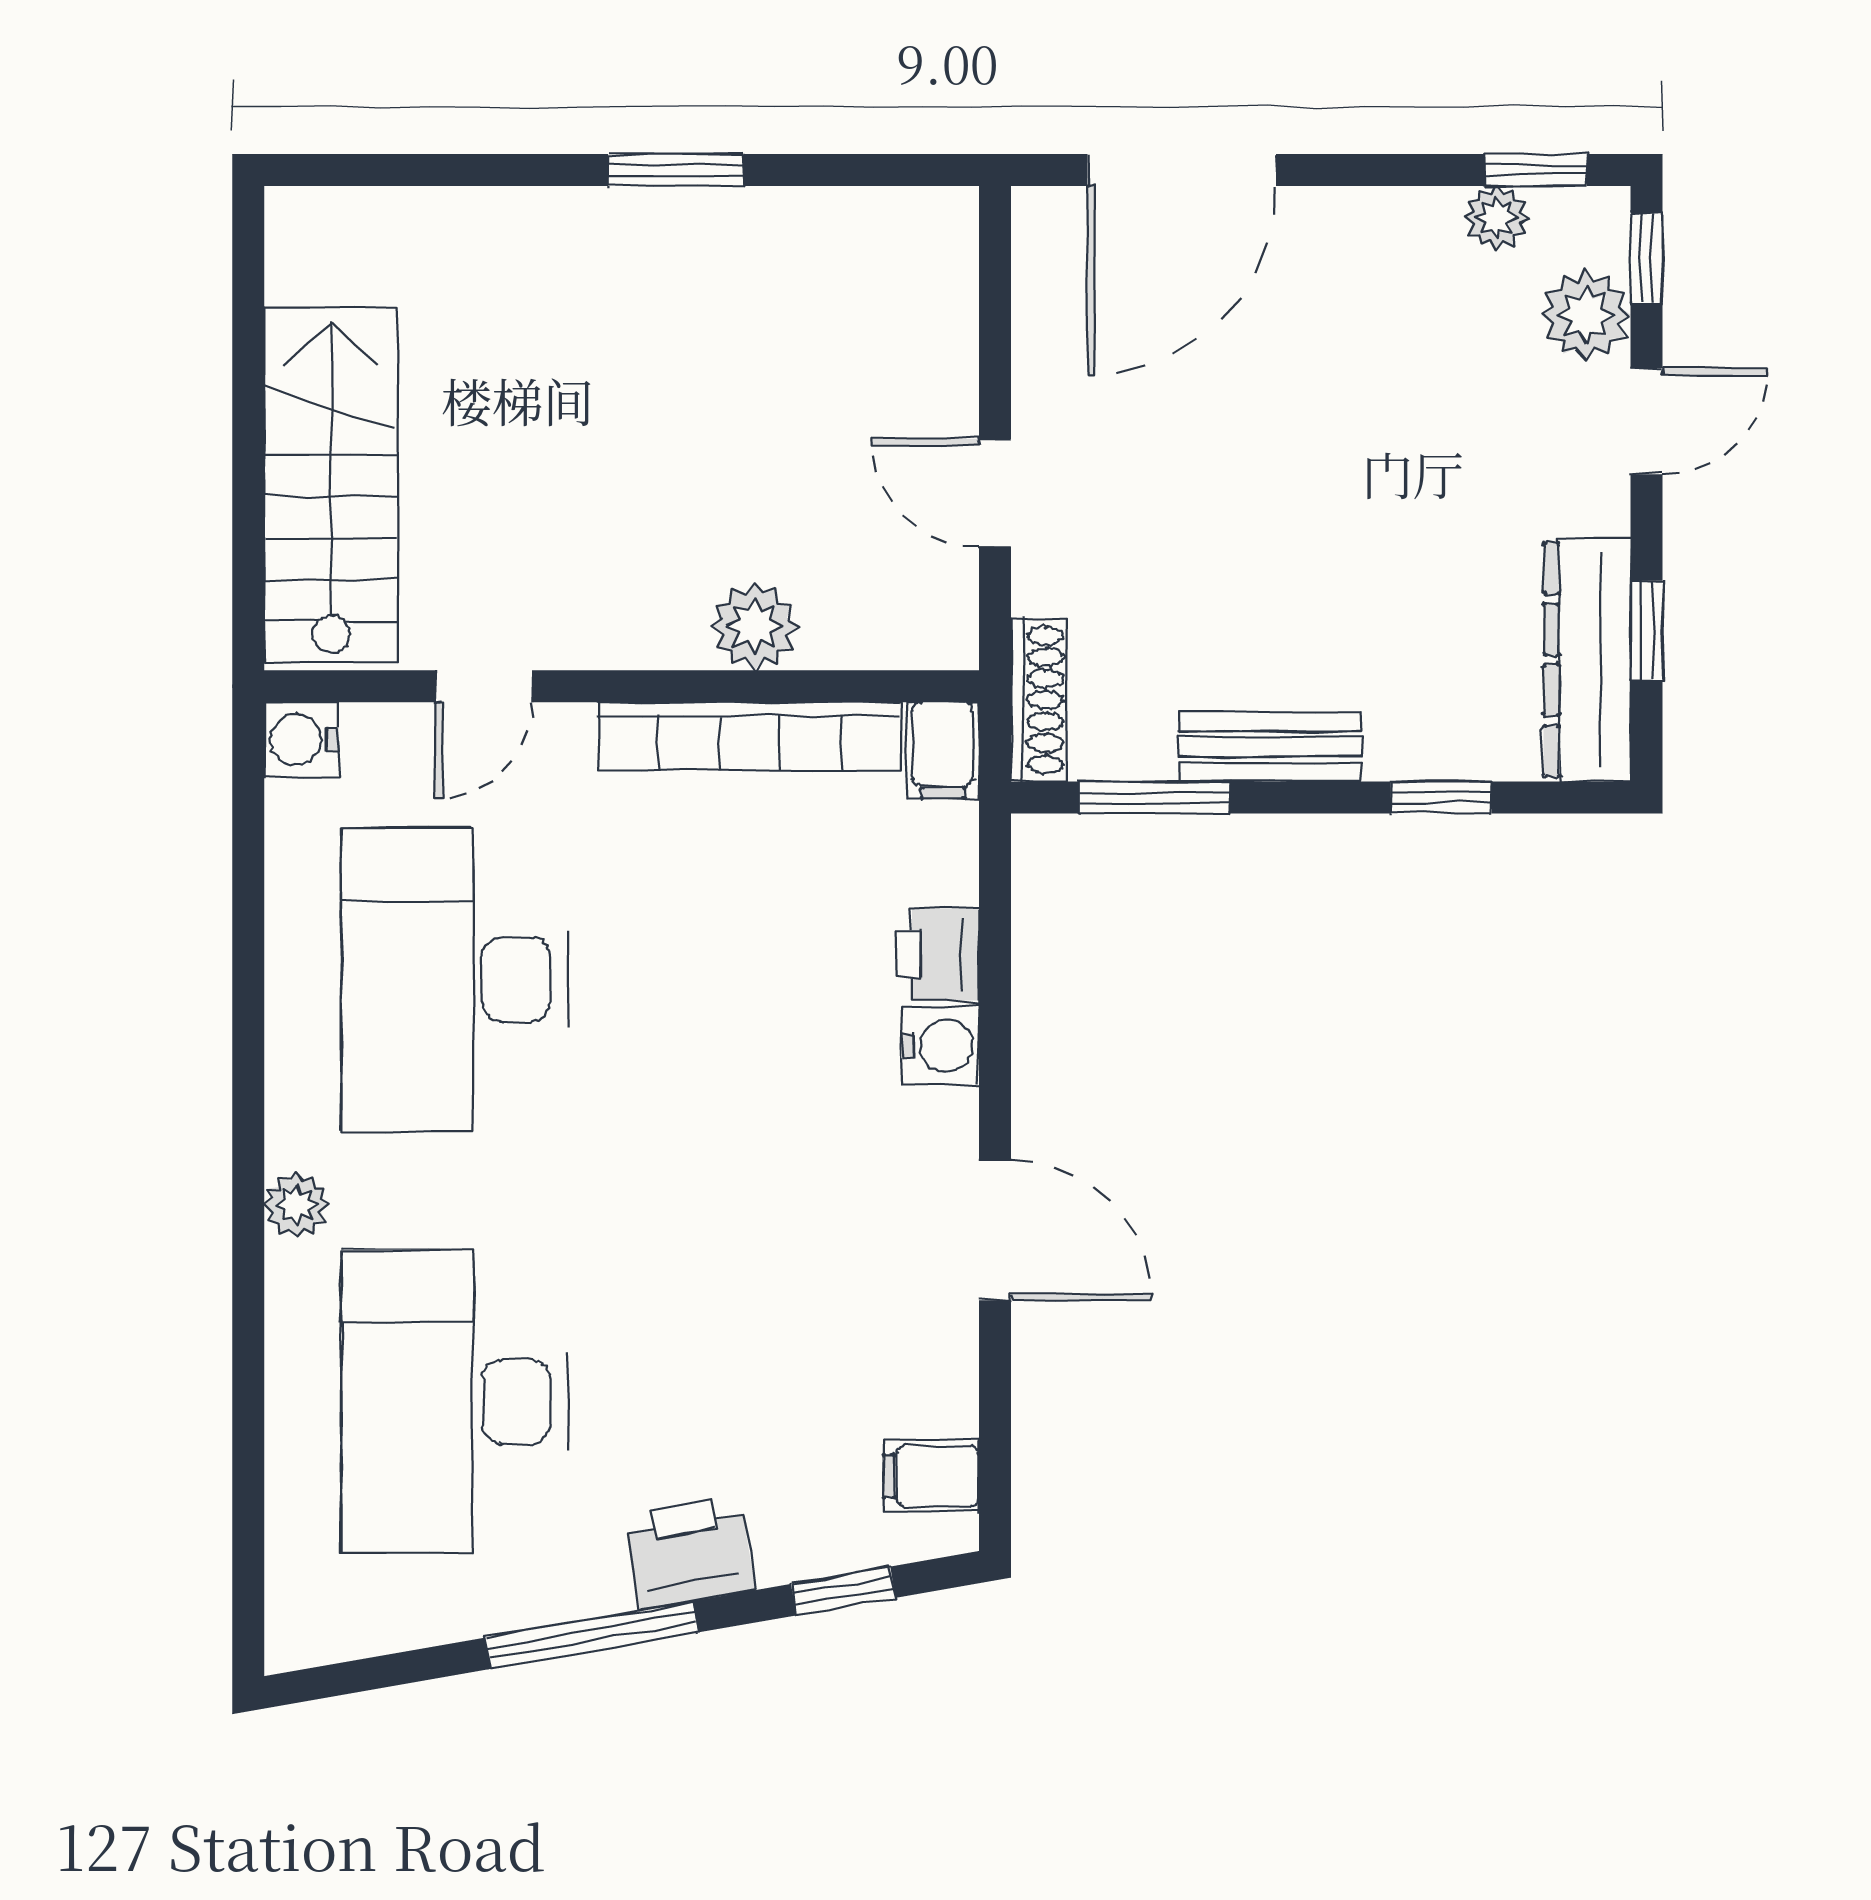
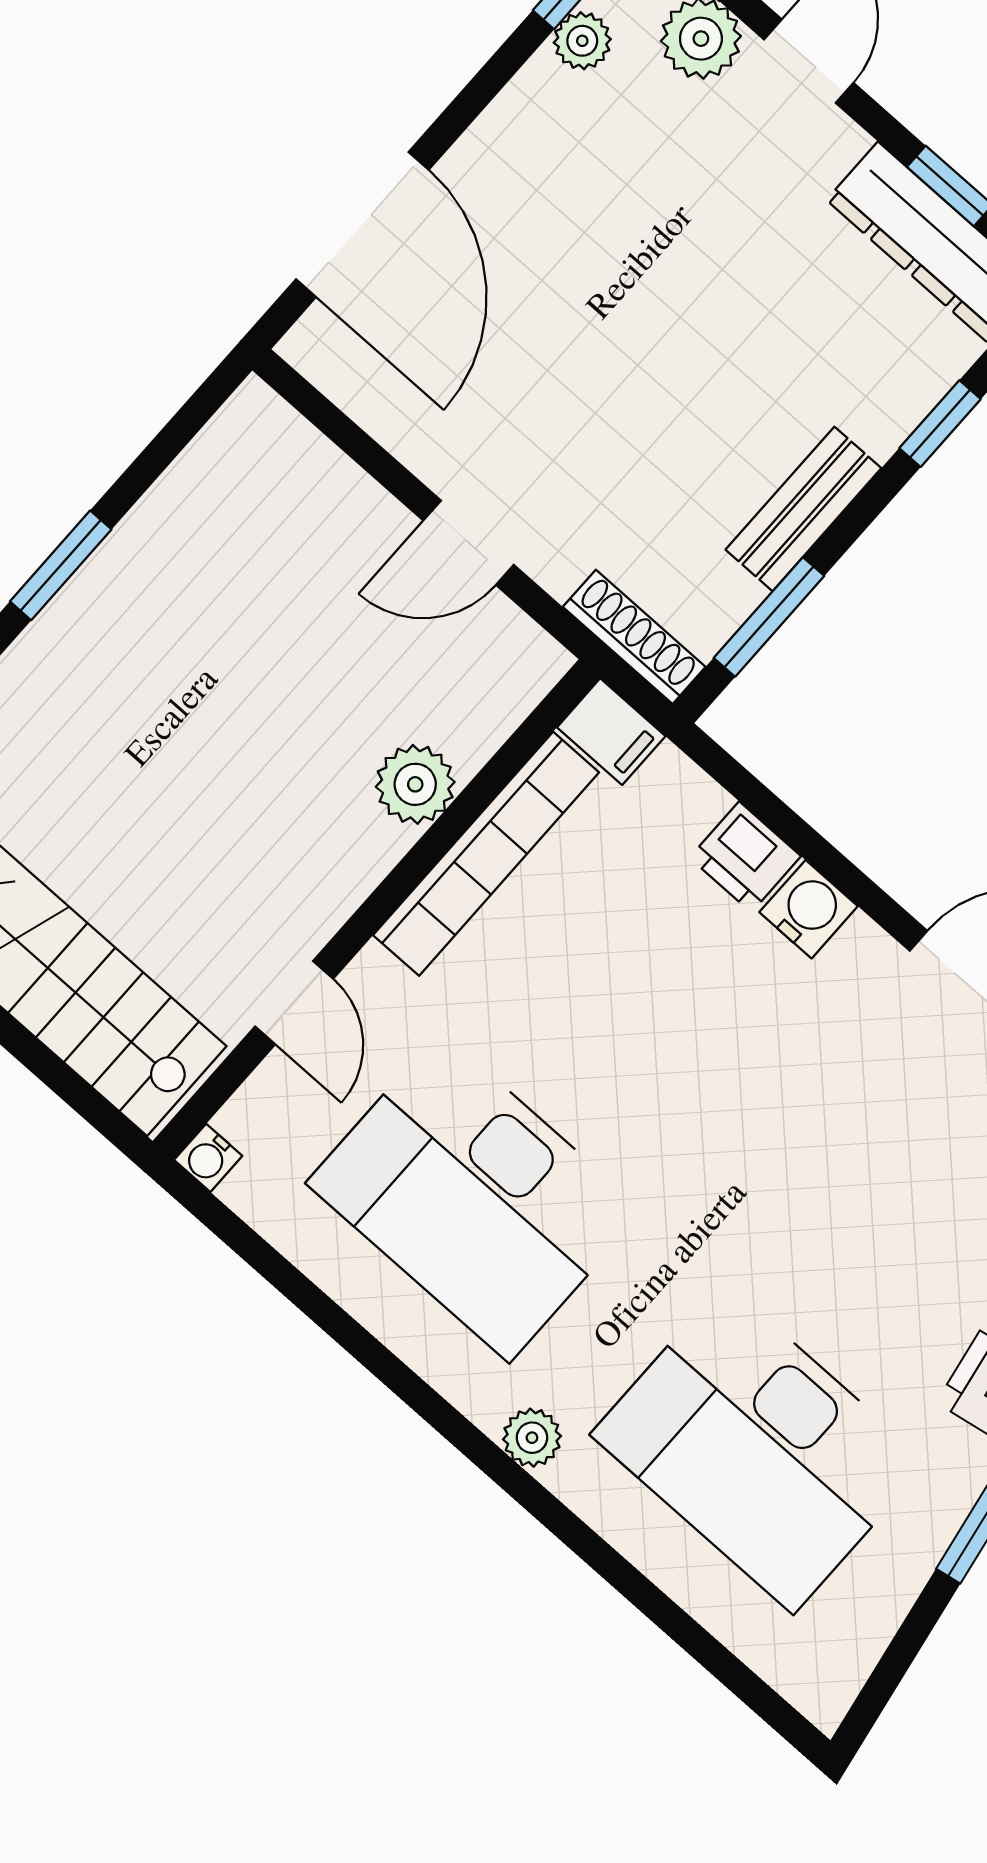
water cooler: (302, 739) -> (208, 1158), width x0.72, depth x0.72

